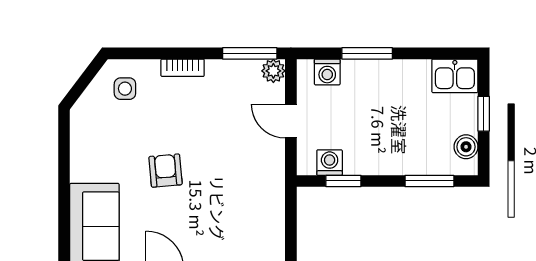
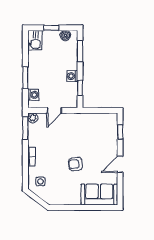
washing machine: (330, 163) -> (72, 76), moved

